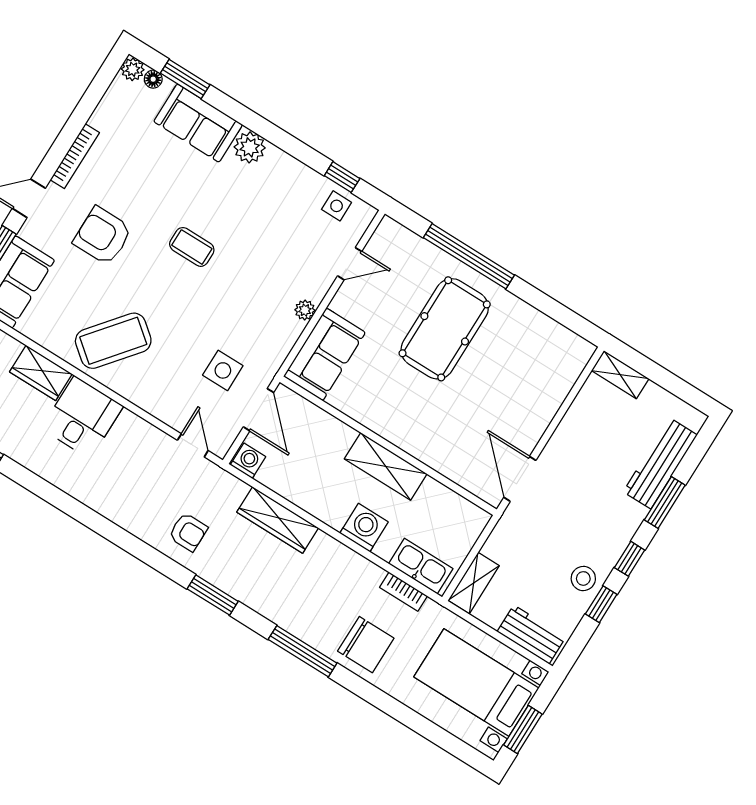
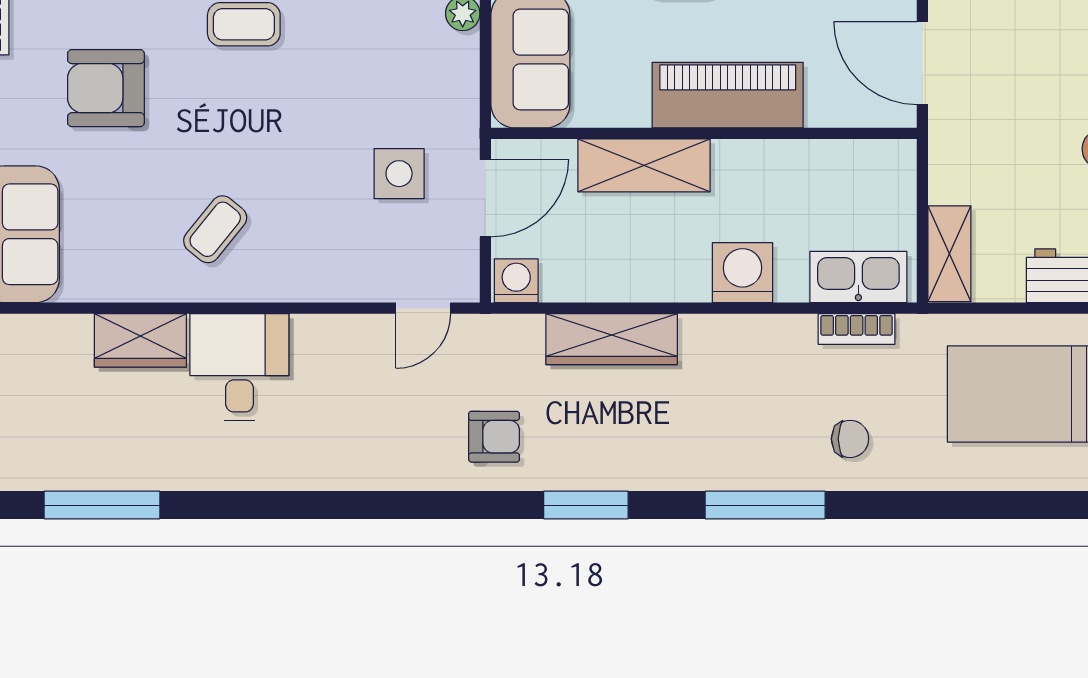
coffee table: (113, 341) -> (215, 229), width x0.54, depth x0.58
door: (258, 410) -> (485, 198), hinge flipped
piano: (412, 434) -> (728, 95), added
door: (193, 445) -> (423, 308), swing flipped
shelving: (386, 466) -> (644, 165), moved
chair: (366, 645) -> (850, 439), width x0.54, depth x0.54

